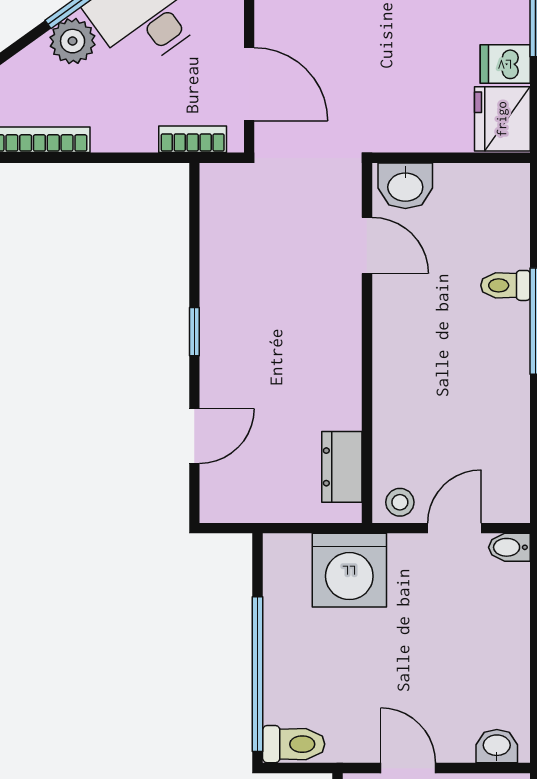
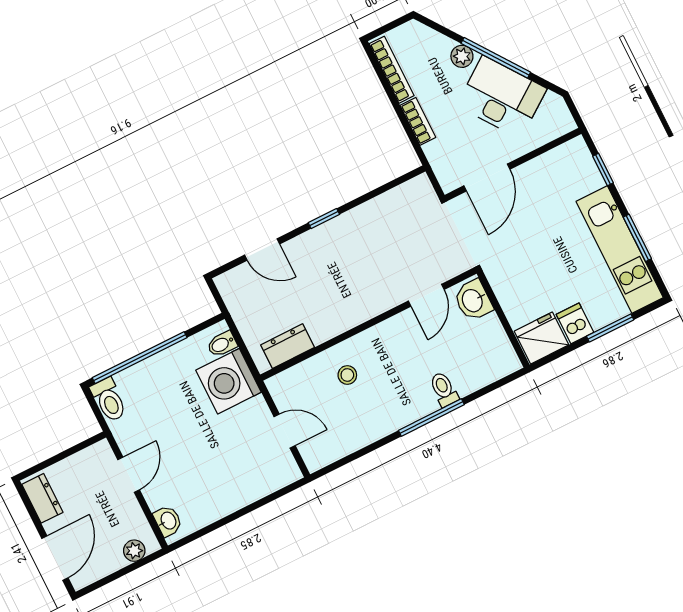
plant: (73, 41) -> (462, 56), width x0.73, depth x0.73
bookcase: (193, 139) -> (418, 121), moved
stool: (400, 502) -> (347, 375), moved
bidet: (509, 547) -> (222, 344), moved, turned -90

